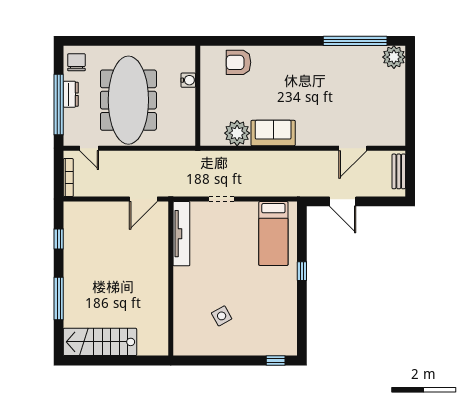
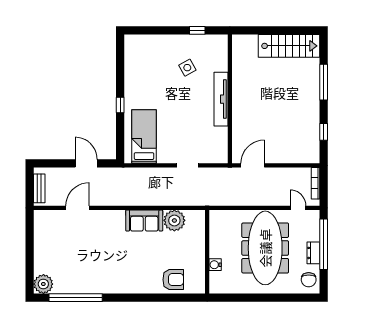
tv unit: (181, 234) -> (221, 99), moved
window: (276, 360) -> (197, 30), moved

